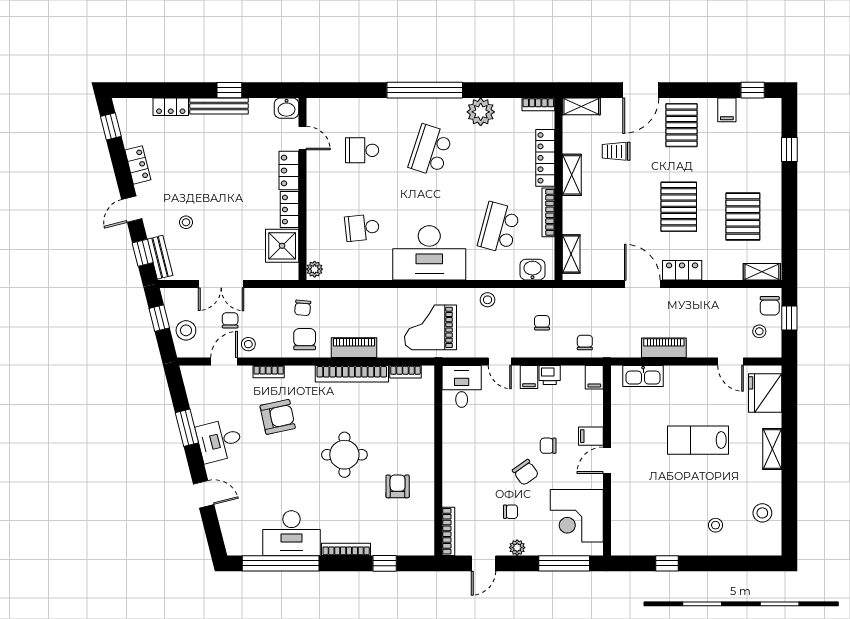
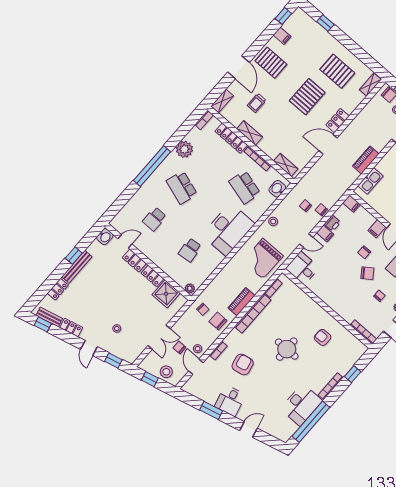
pallet: (679, 207) -> (307, 97), turned 90
bench: (160, 257) -> (49, 317), moved
chair: (585, 343) -> (321, 210), moved

